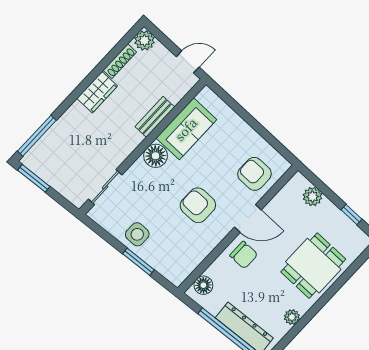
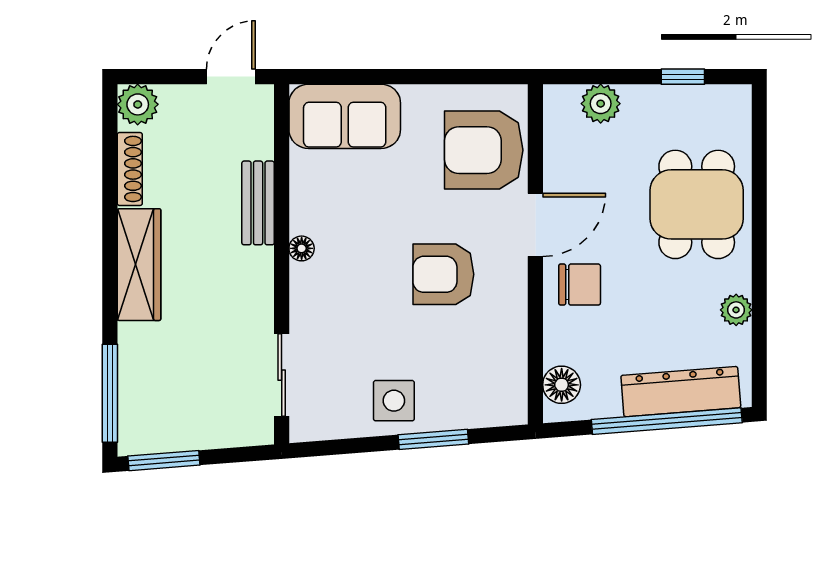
wardrobe: (97, 92) -> (139, 265), width x1.50
sofa: (186, 129) -> (345, 116), moved, turned 90
floor lamp: (156, 156) -> (302, 248), width x0.53, depth x0.53
armchair: (254, 174) -> (484, 150), width x1.36, depth x1.36

